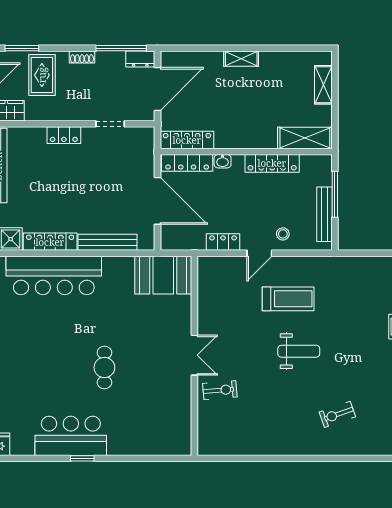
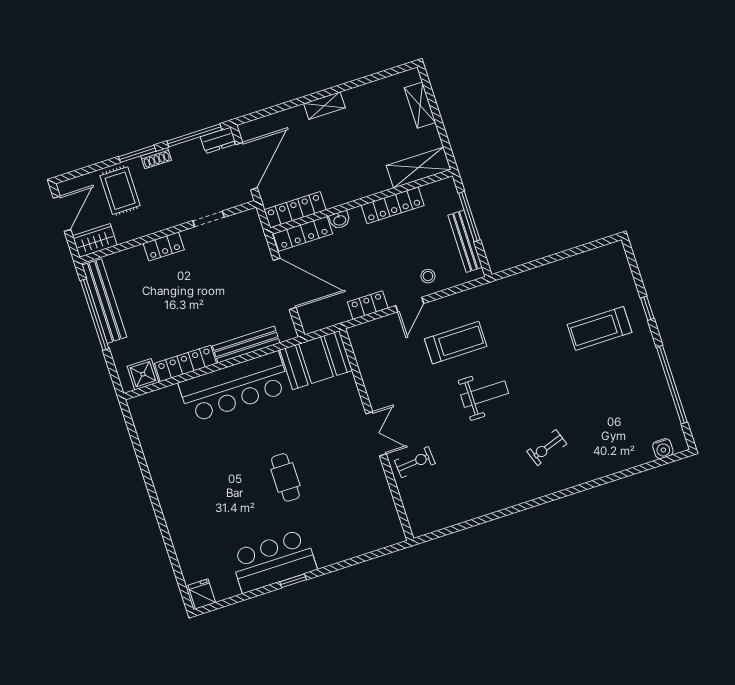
window: (22, 48) -> (137, 154), moved
bar counter: (54, 275) -> (234, 387), moved

